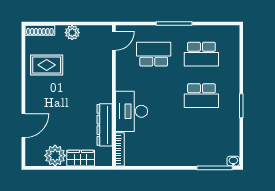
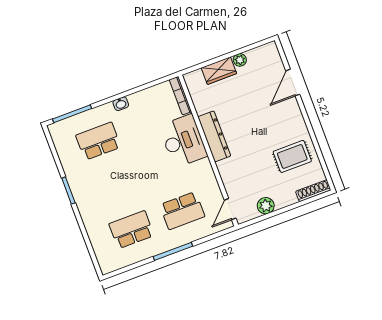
plant: (72, 33) -> (266, 206), moved
school desk: (201, 96) -> (98, 141), moved
dresser: (105, 125) -> (214, 136), moved
plant: (55, 156) -> (240, 60), width x0.53, depth x0.53
washbasin: (233, 161) -> (121, 104), moved

